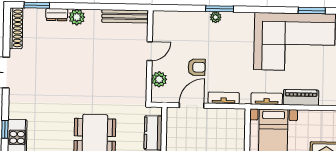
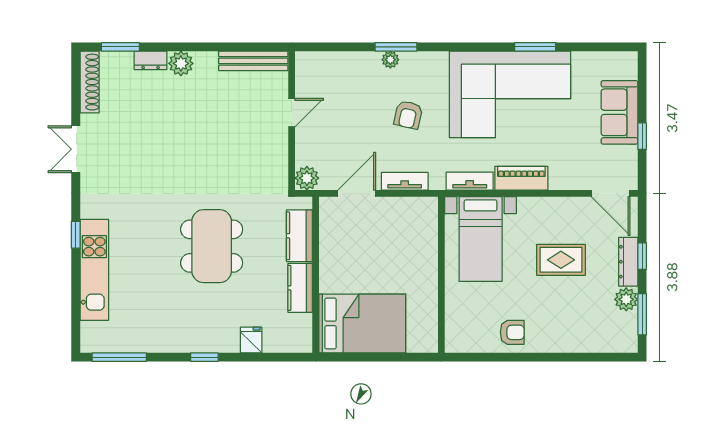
armchair: (197, 67) -> (408, 115), moved, turned 103
plant: (159, 79) -> (307, 178), moved

